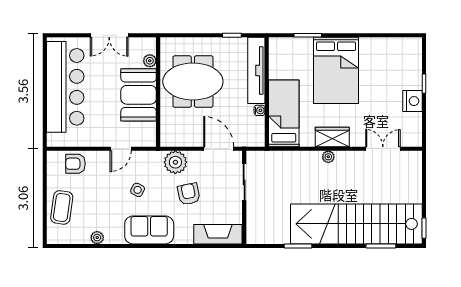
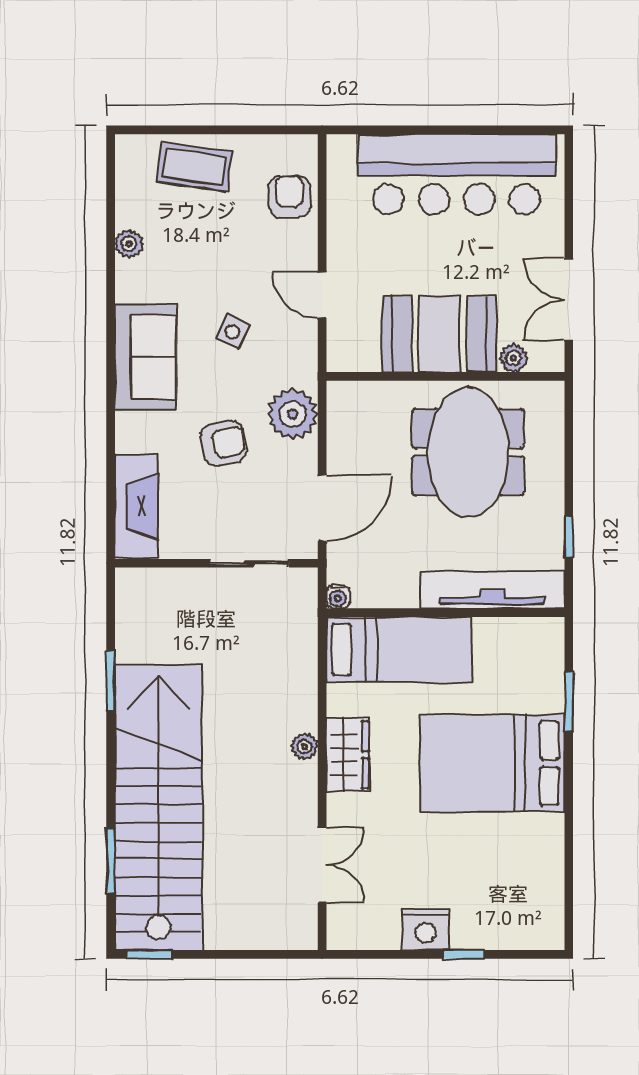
double door: (109, 35) -> (569, 300), moved
water cooler: (260, 110) -> (338, 597), moved

